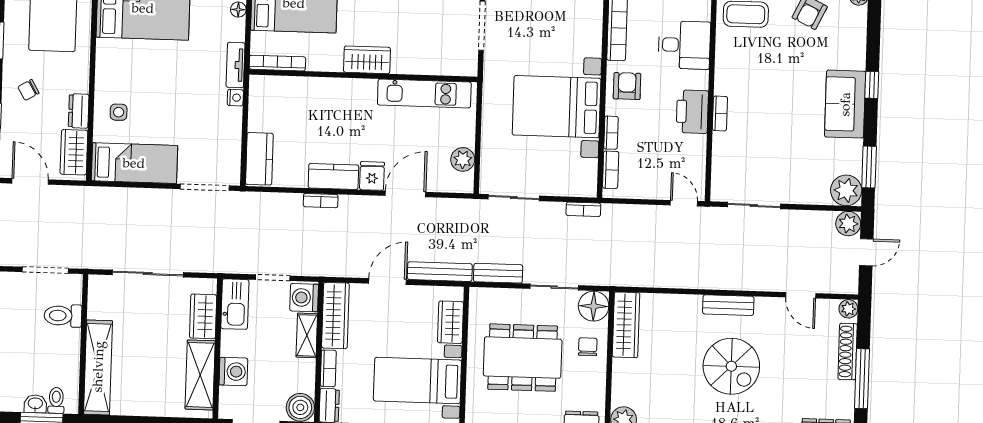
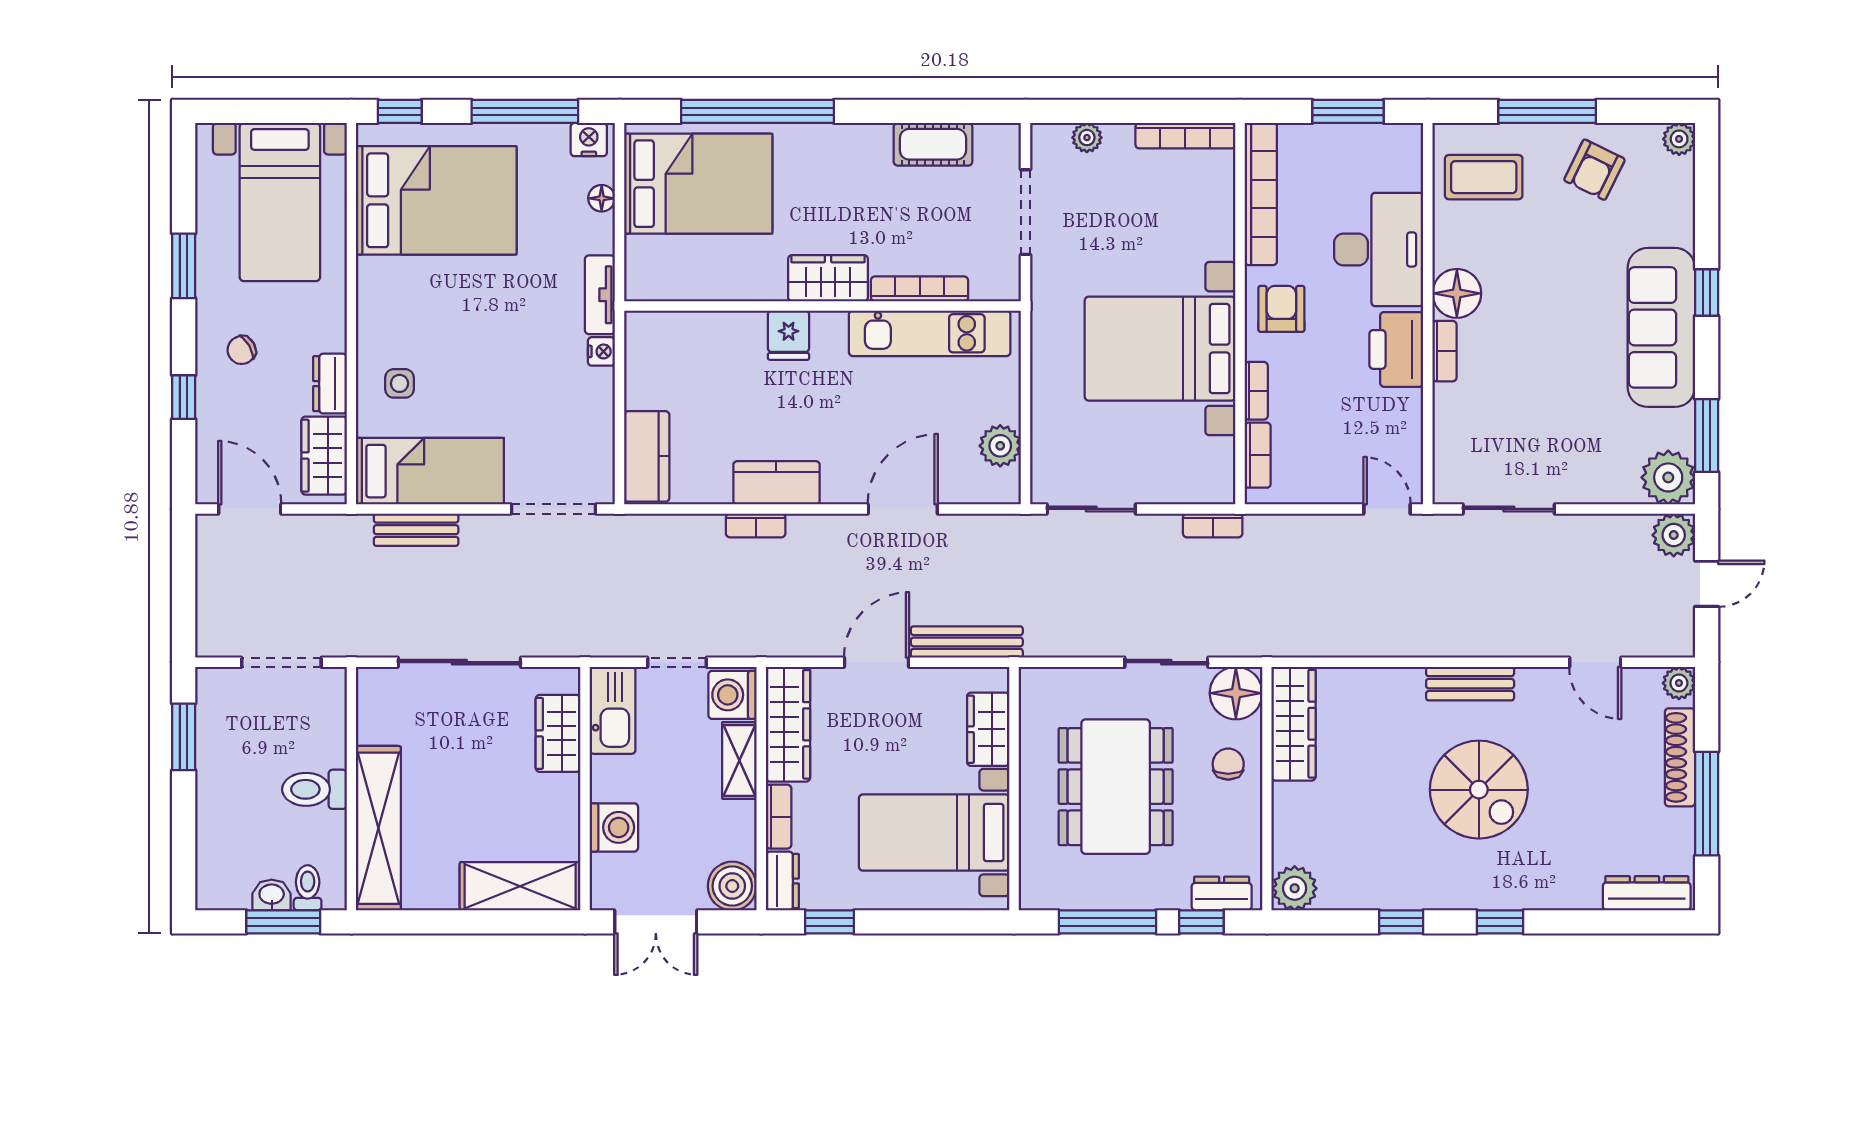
desk: (684, 45) -> (1379, 249), width x1.37
bookcase: (277, 63) -> (920, 289), moved
floor lamp: (728, 81) -> (1457, 293), added
sofa: (845, 104) -> (1661, 327), width x1.36
fridge: (372, 176) -> (789, 335), moved, turned 180
bench: (498, 273) -> (416, 530), moved
toilet: (63, 316) -> (314, 789), moved
dining table: (523, 358) -> (1116, 787), turned 90
shelving: (200, 375) -> (520, 886), moved, turned 90

